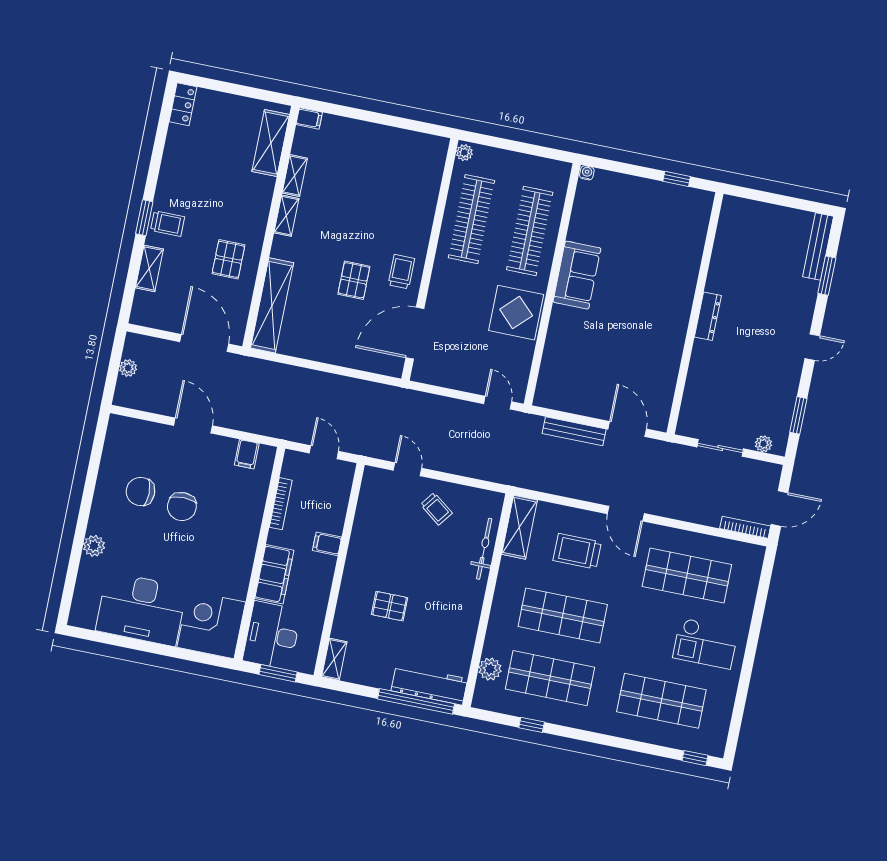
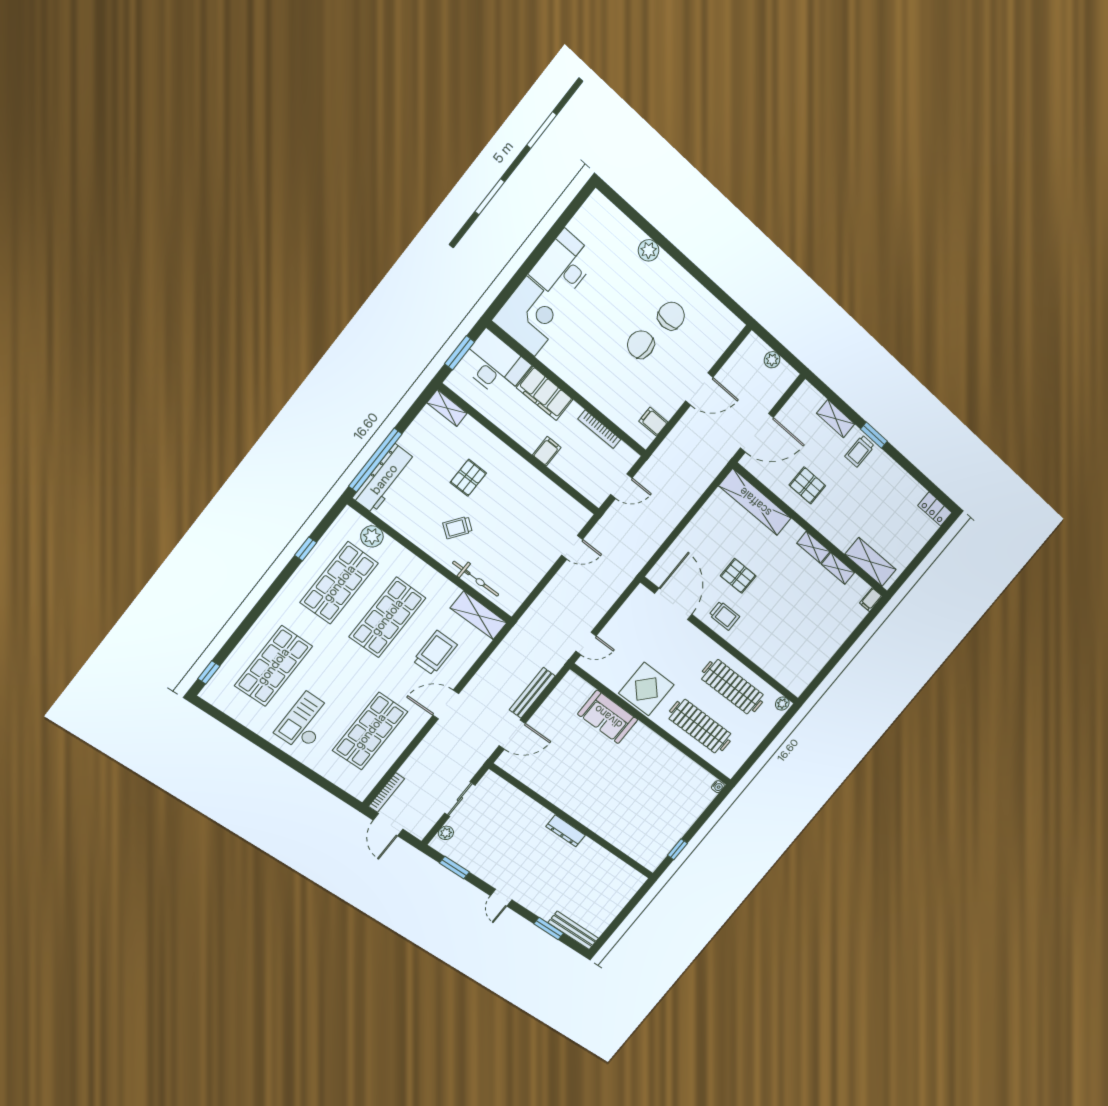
sofa: (577, 275) -> (608, 717), moved
trolley: (436, 509) -> (457, 528), moved
desk: (141, 609) -> (563, 266), width x0.73, depth x0.77

